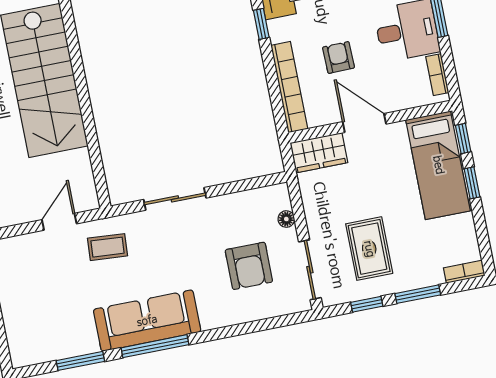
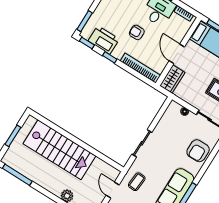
armchair: (338, 57) -> (137, 32), moved
door: (364, 123) -> (177, 54), hinge flipped
armchair: (249, 266) -> (198, 151), moved, turned 90

